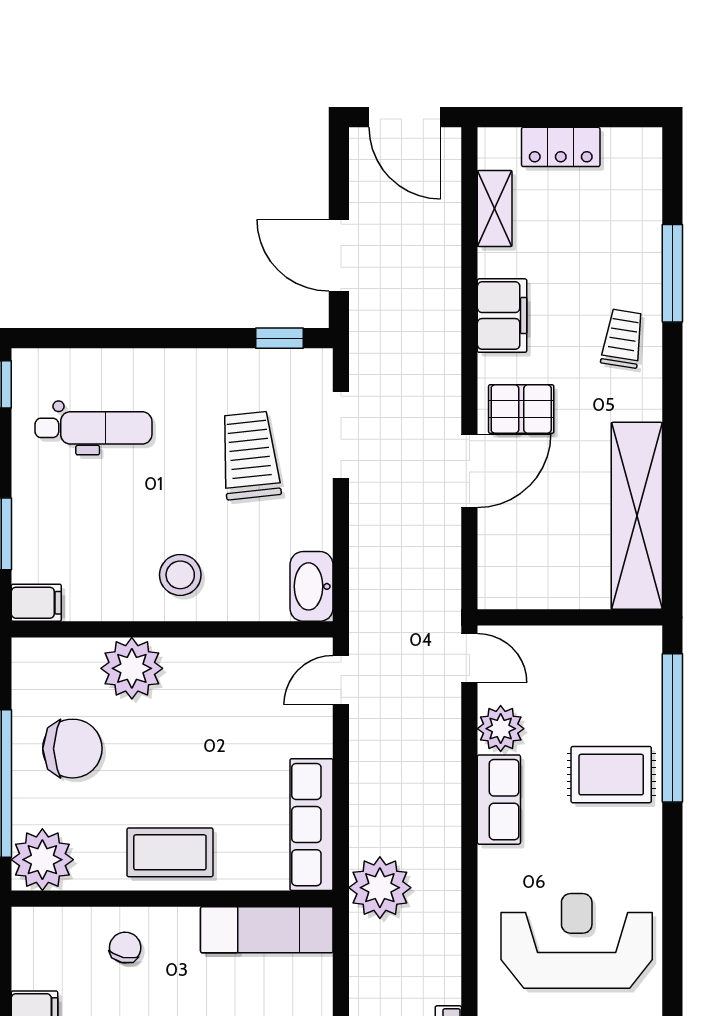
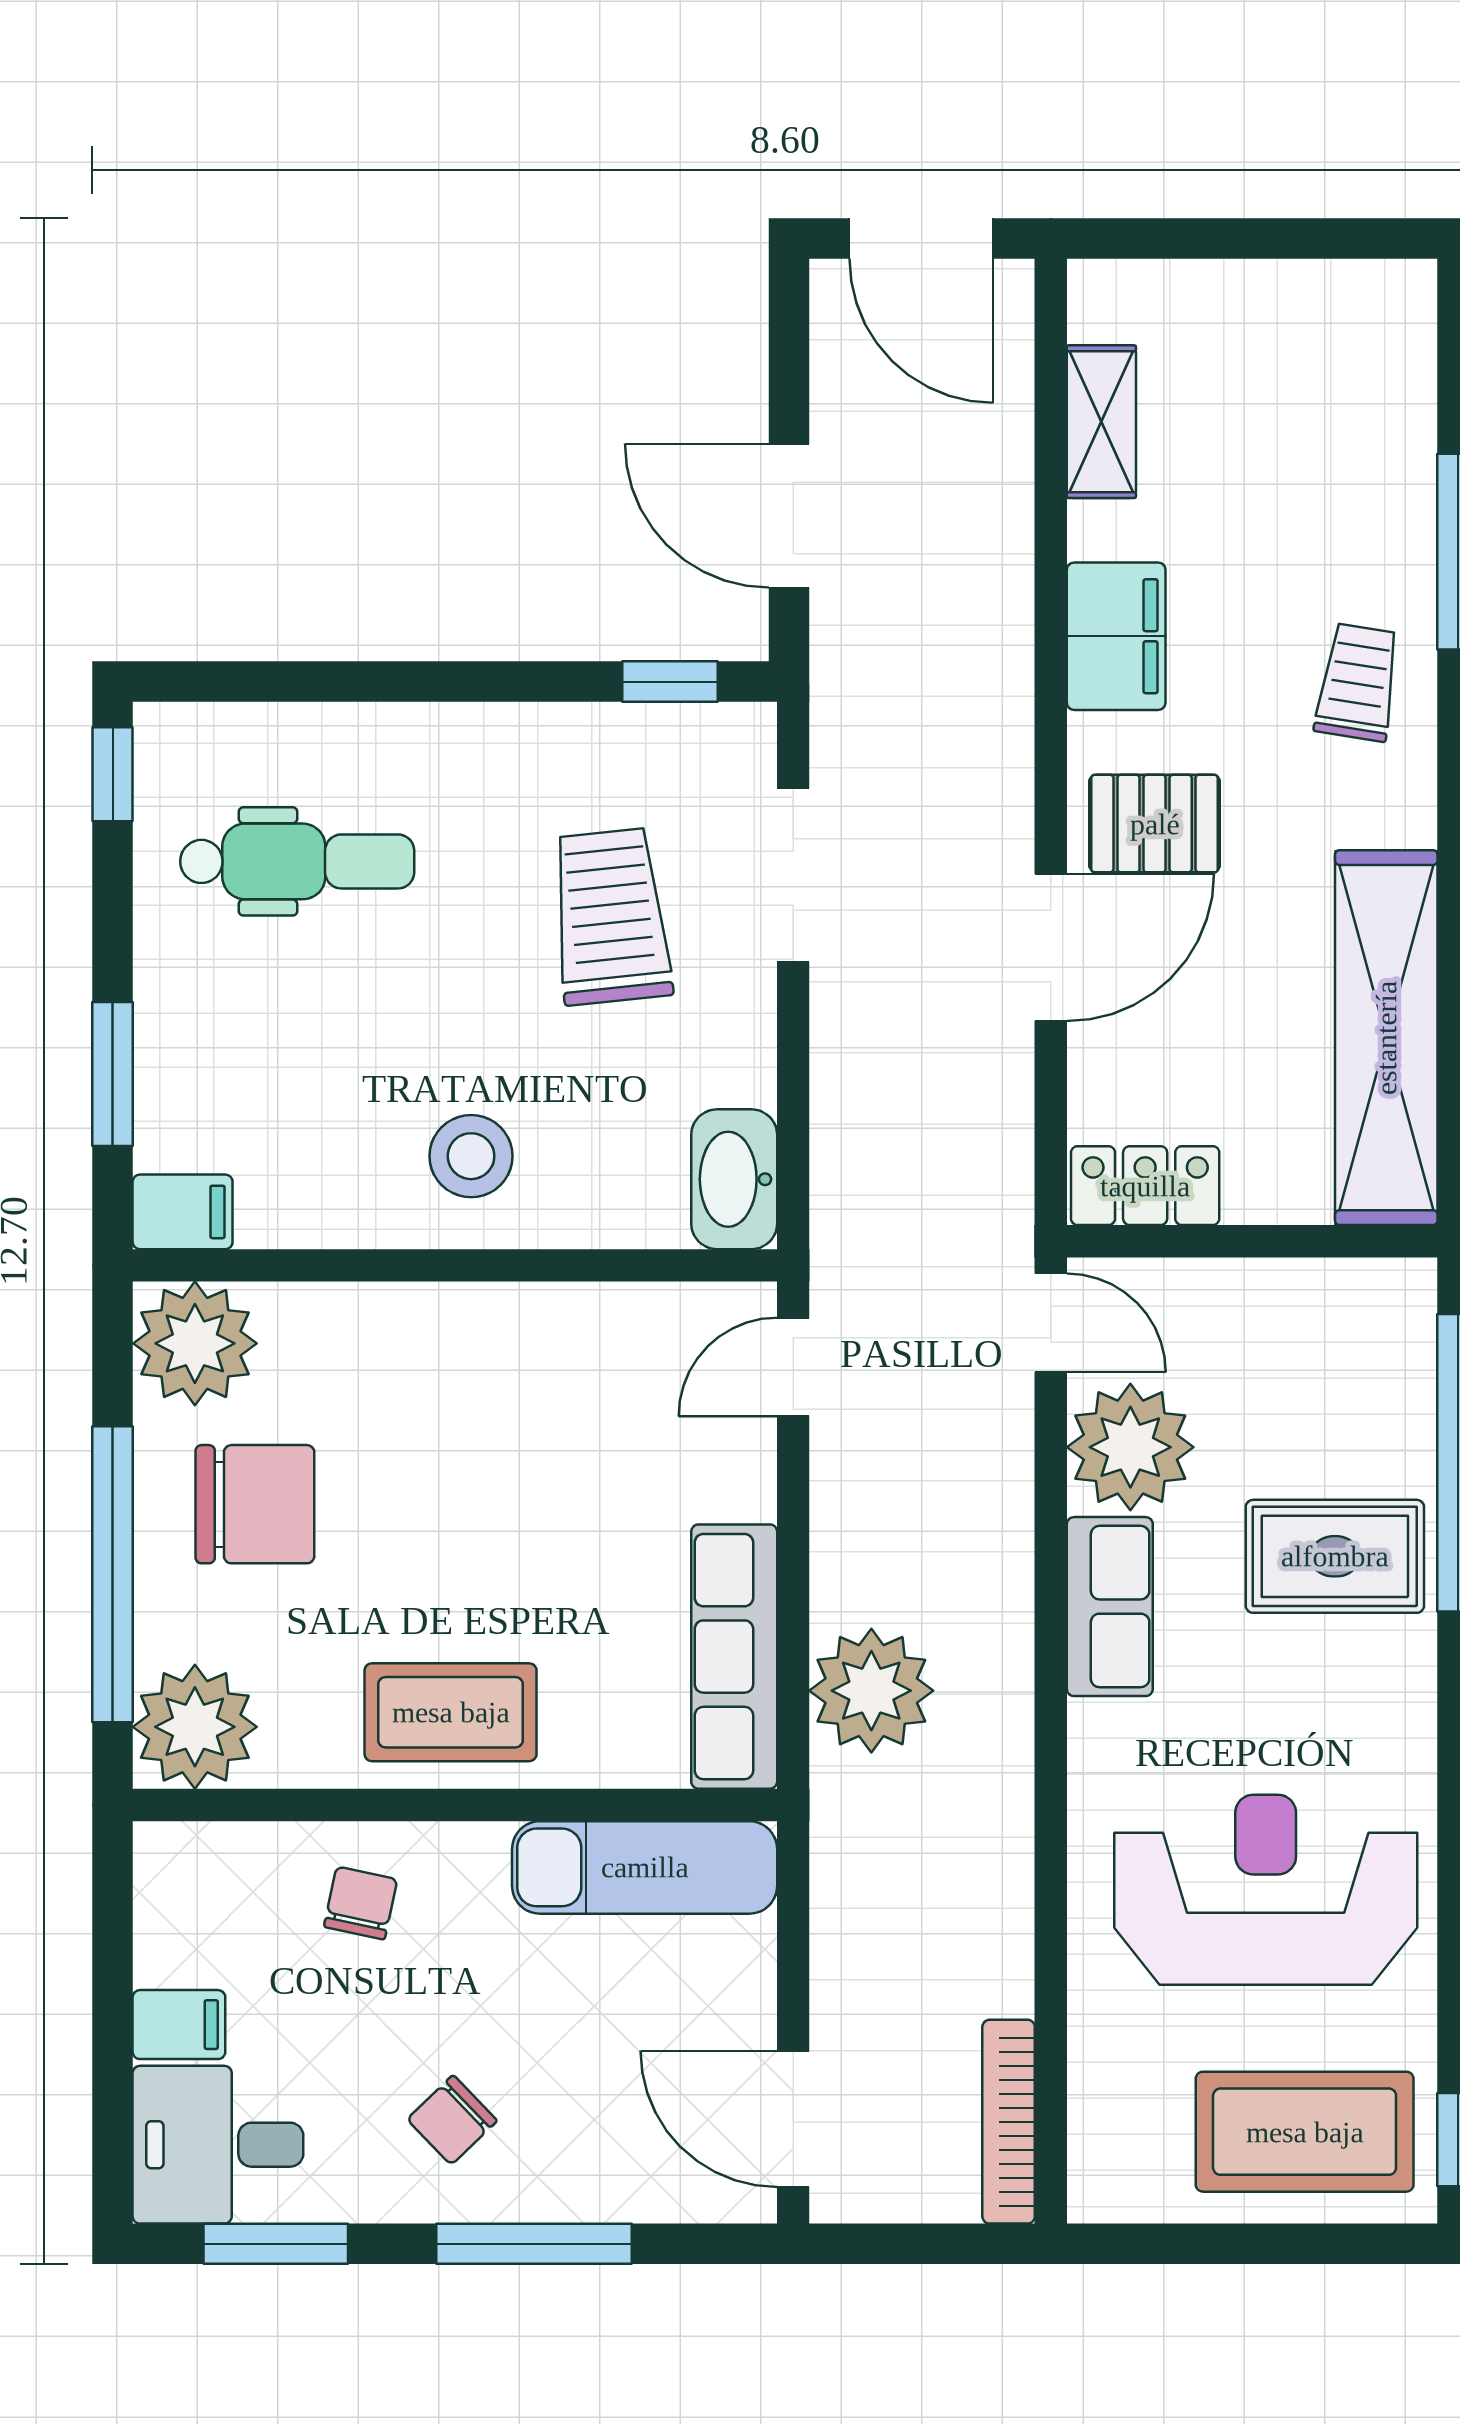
locker: (561, 147) -> (1145, 1186), moved, turned 180
plant: (132, 668) -> (195, 1343), moved
plant: (501, 729) -> (1130, 1447), width x1.36, depth x1.36
plant: (380, 888) -> (871, 1691), moved

